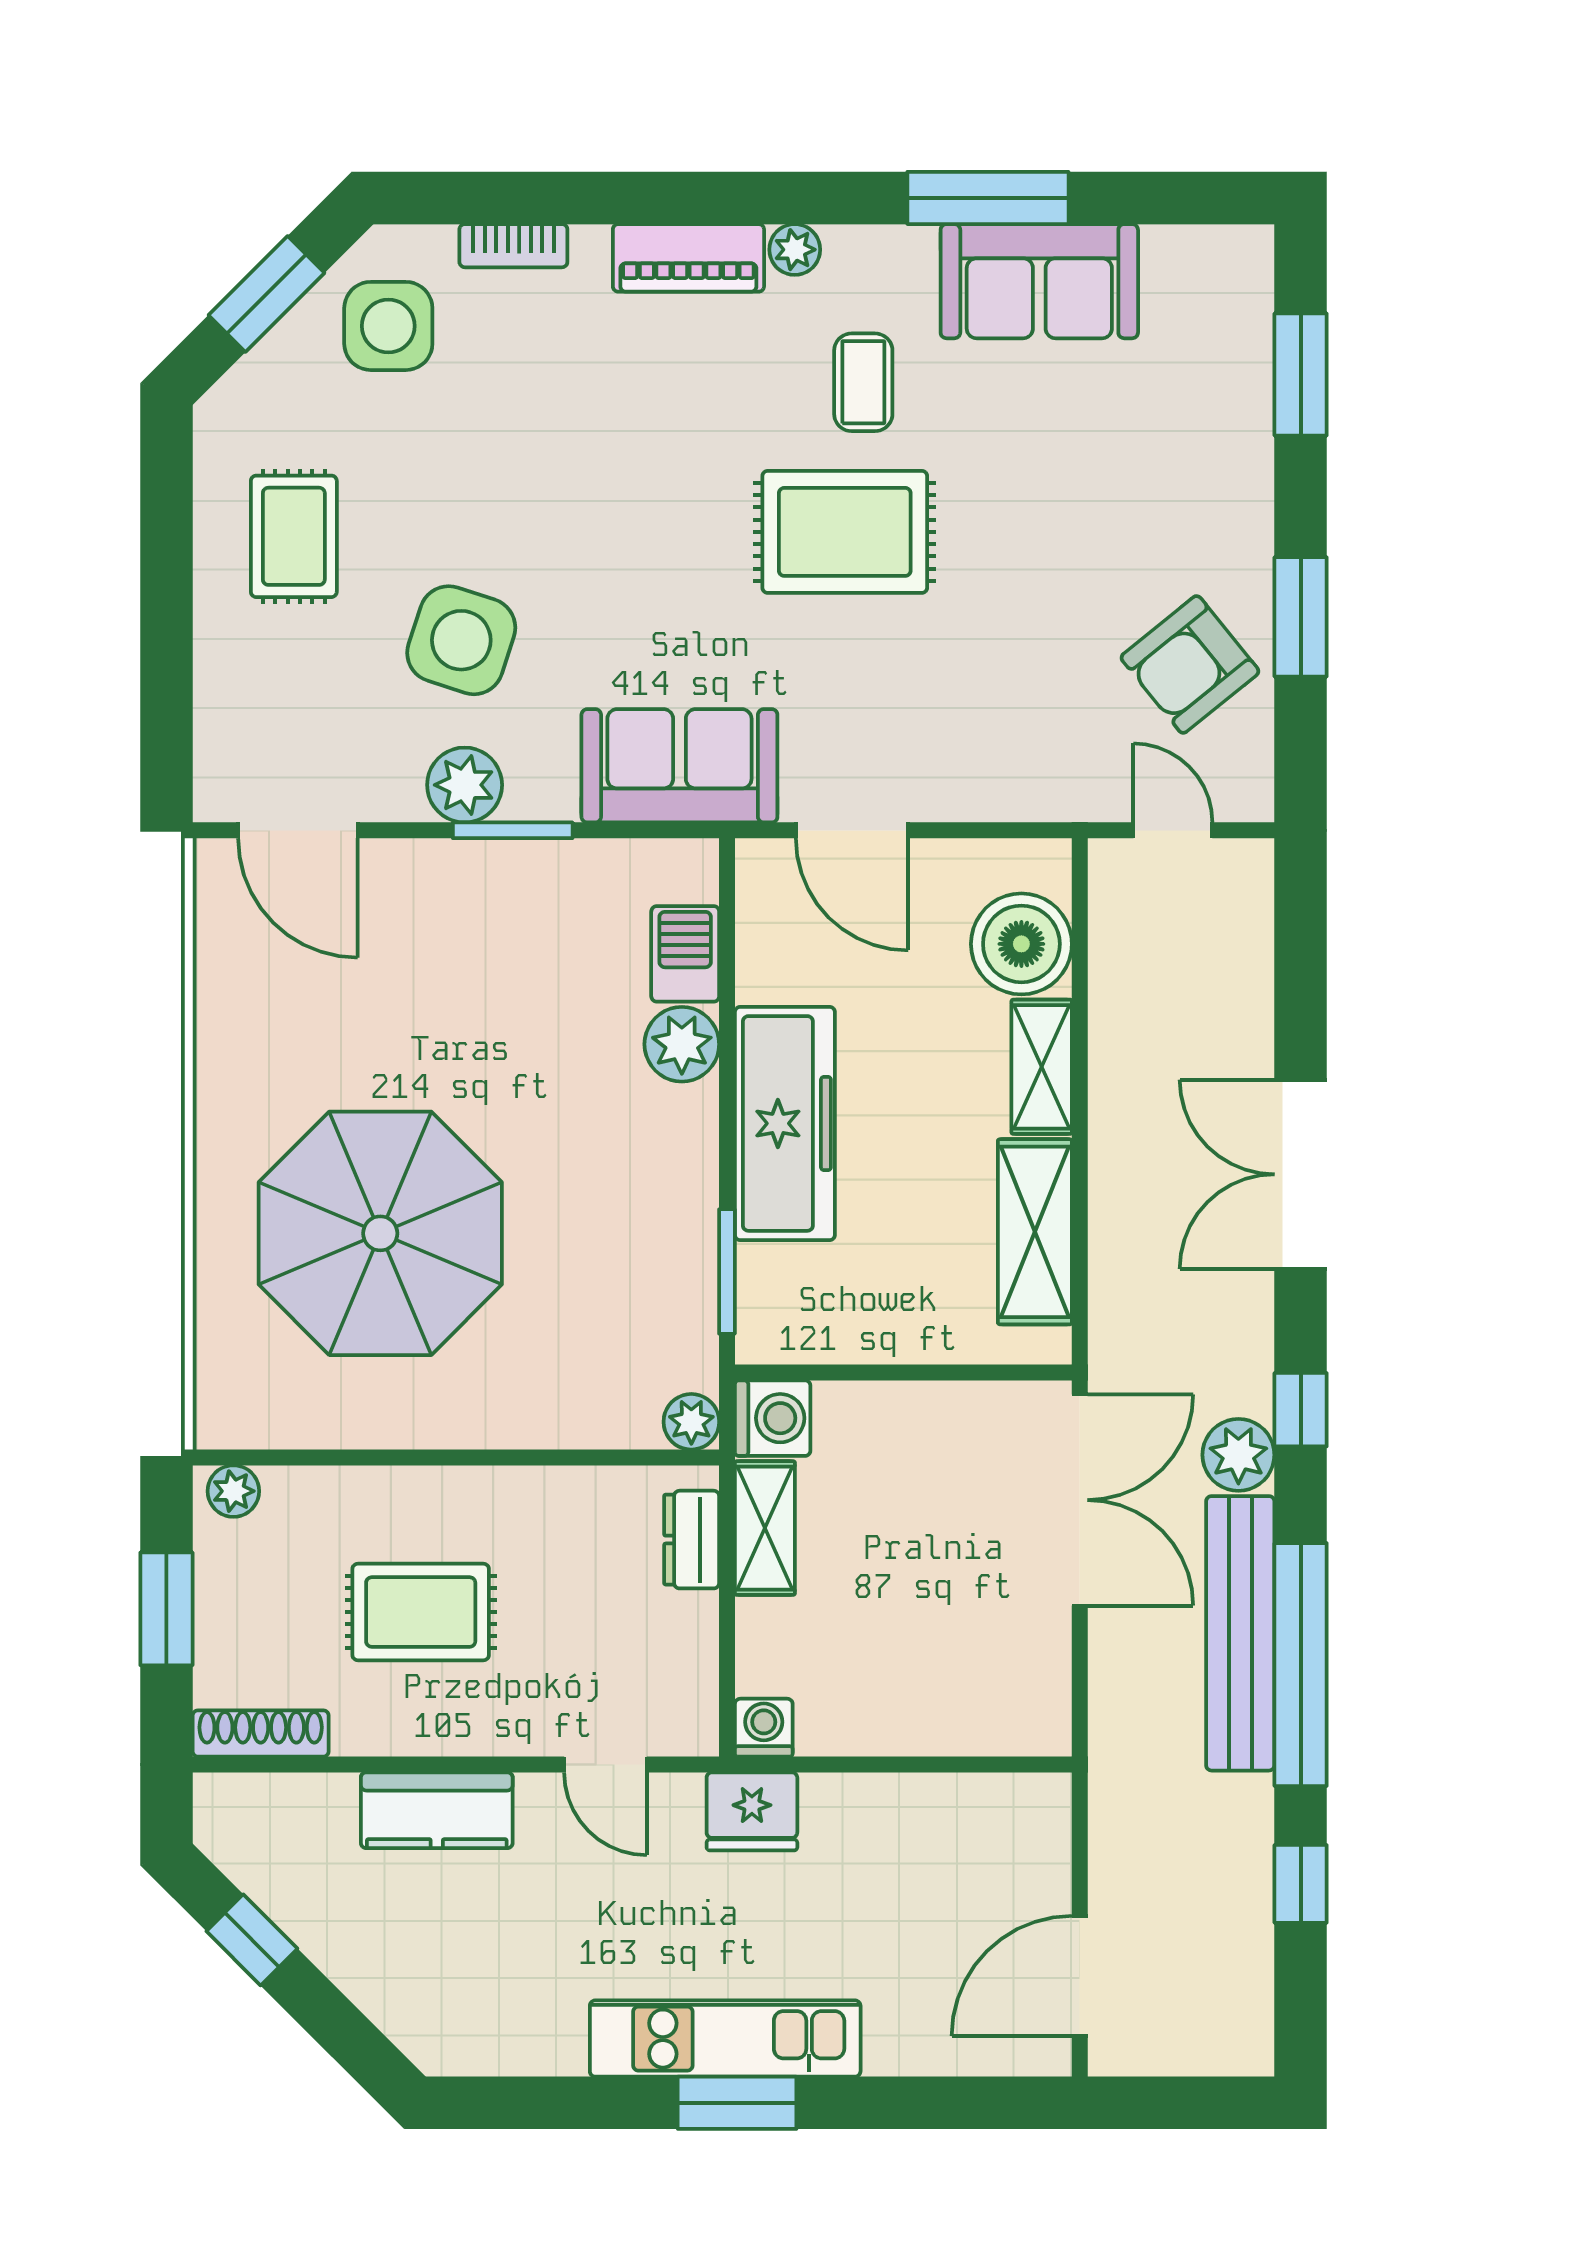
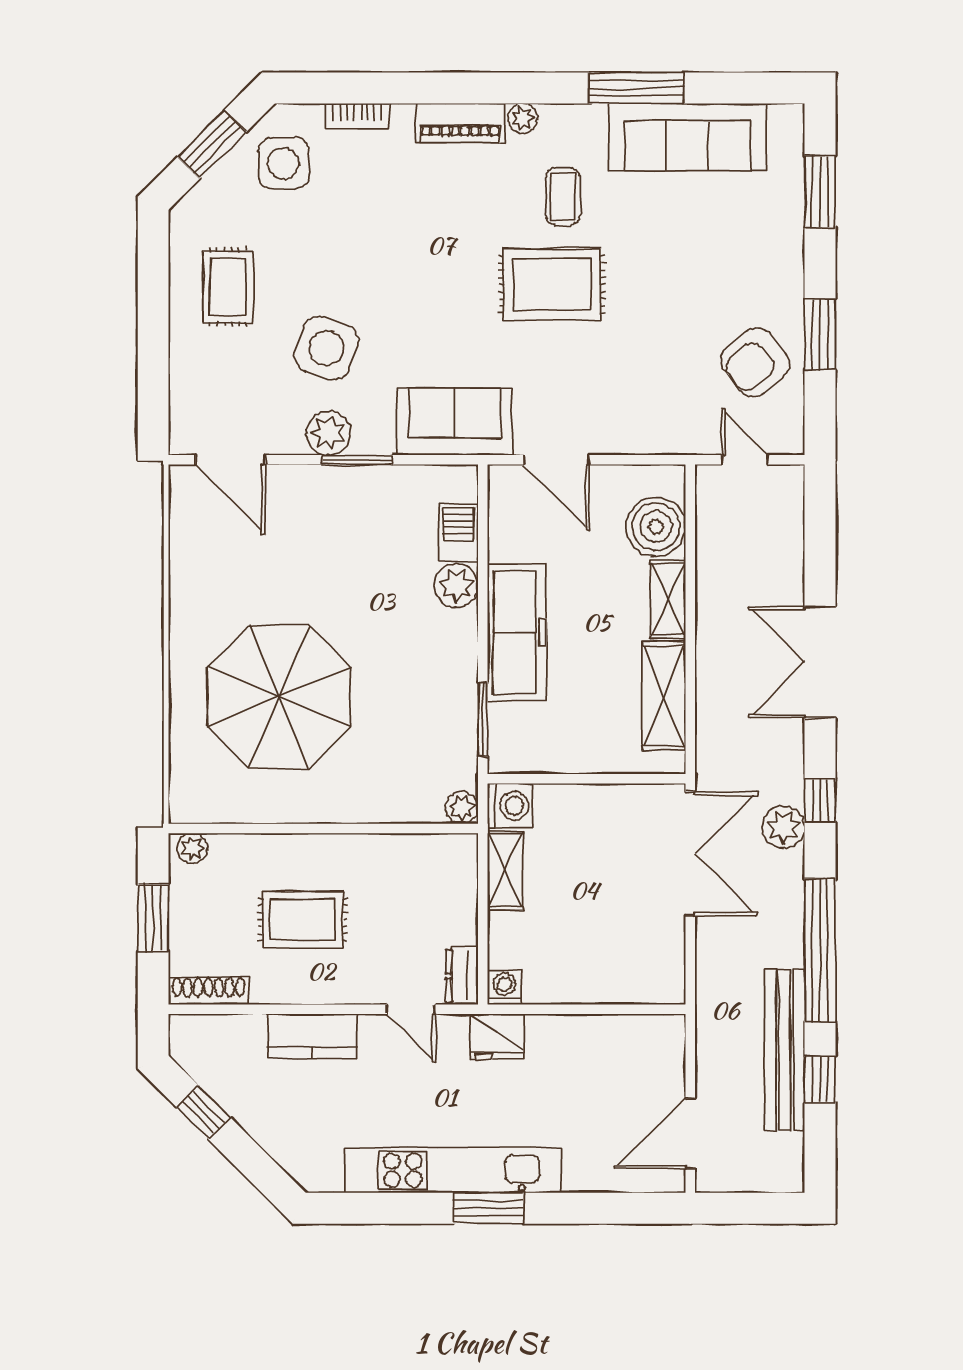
sofa: (1039, 281) -> (687, 137), width x1.36
dresser: (692, 1540) -> (462, 976), moved
bench: (1240, 1633) -> (785, 1050), moved
kitchen unit: (725, 2039) -> (453, 1170), width x1.36

